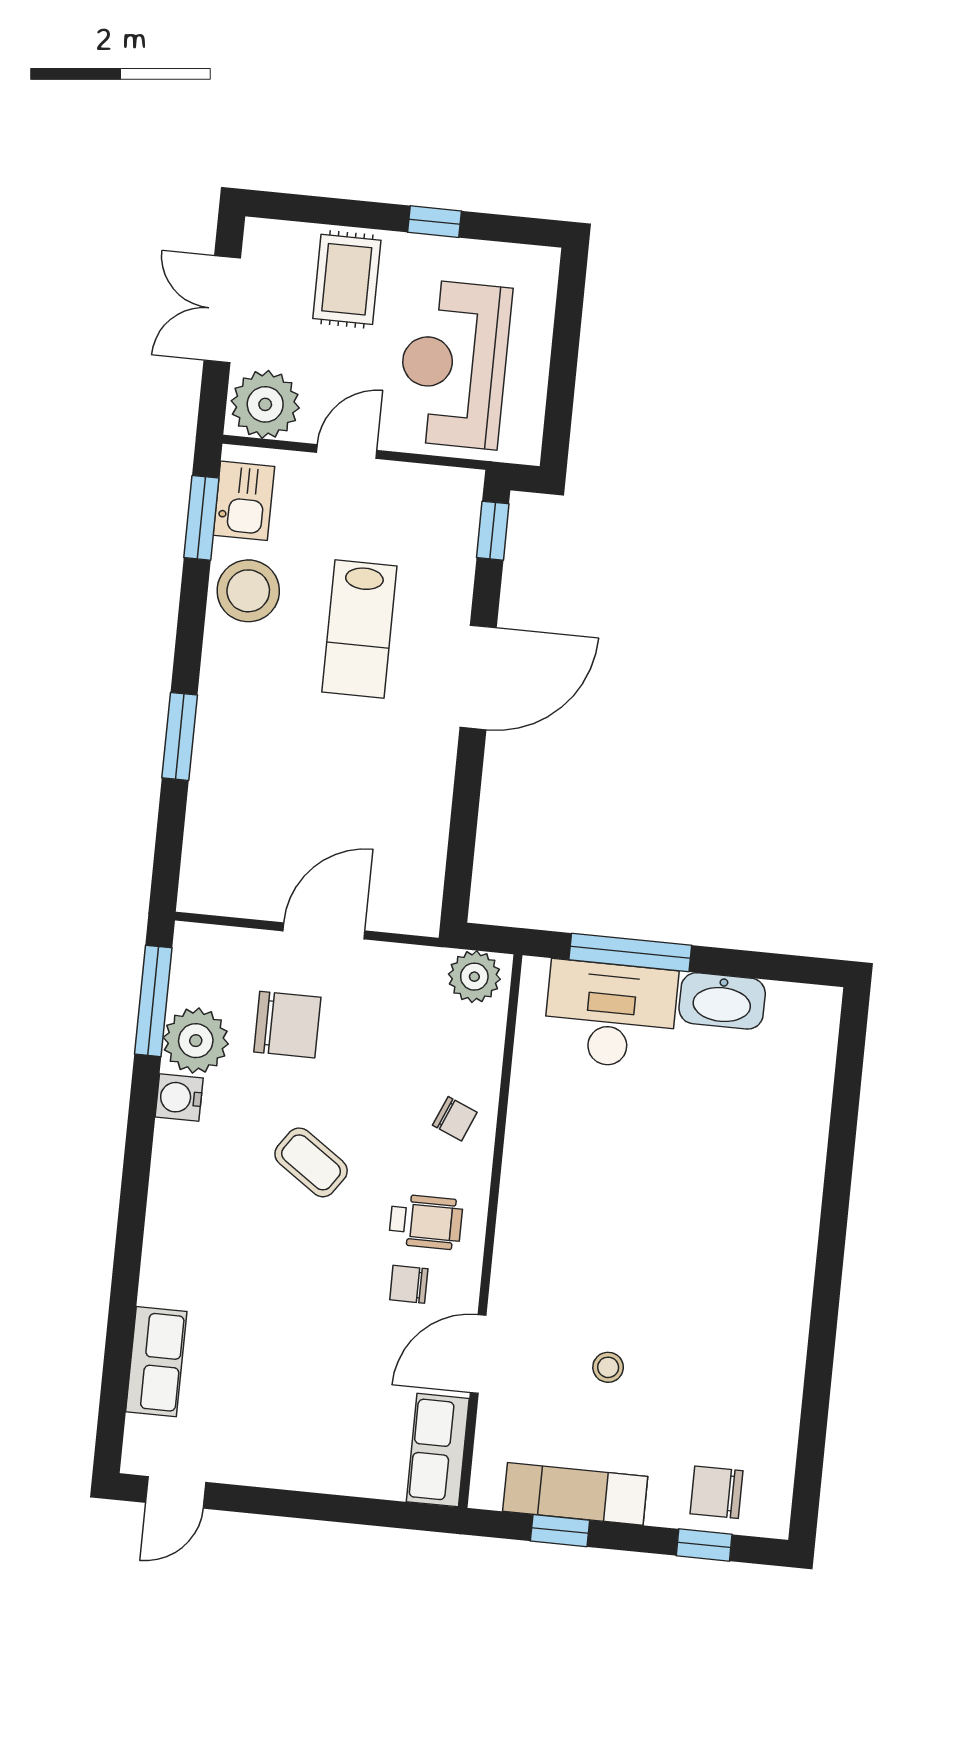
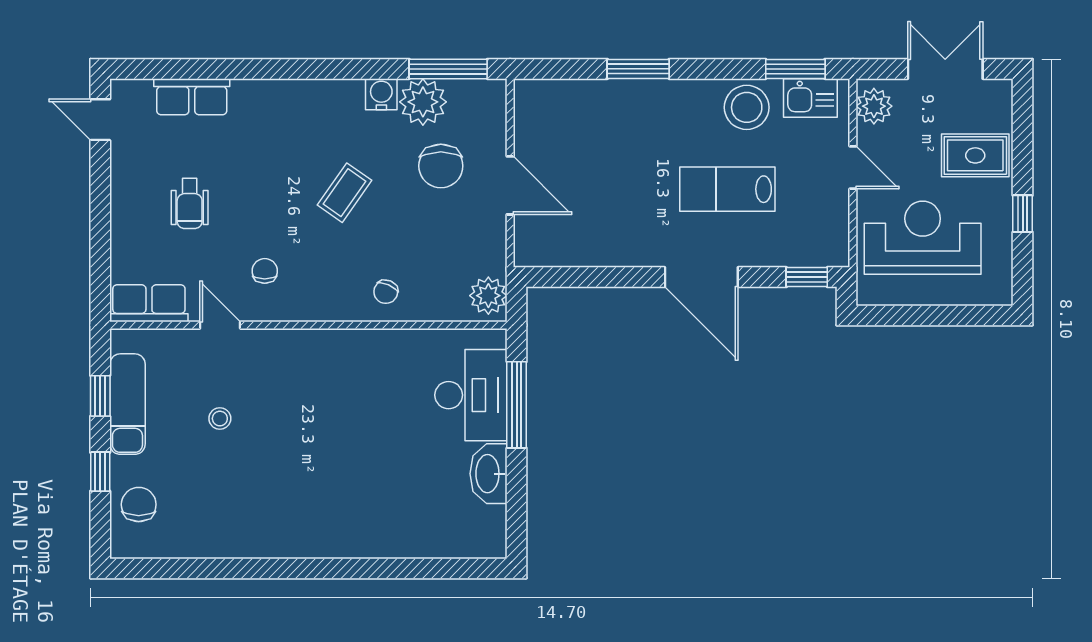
plant: (265, 404) -> (874, 106), width x0.73, depth x0.73
wheelchair: (426, 1222) -> (190, 203), moved
door: (478, 1354) -> (220, 325), width x0.73
window: (704, 1545) -> (100, 472), moved

